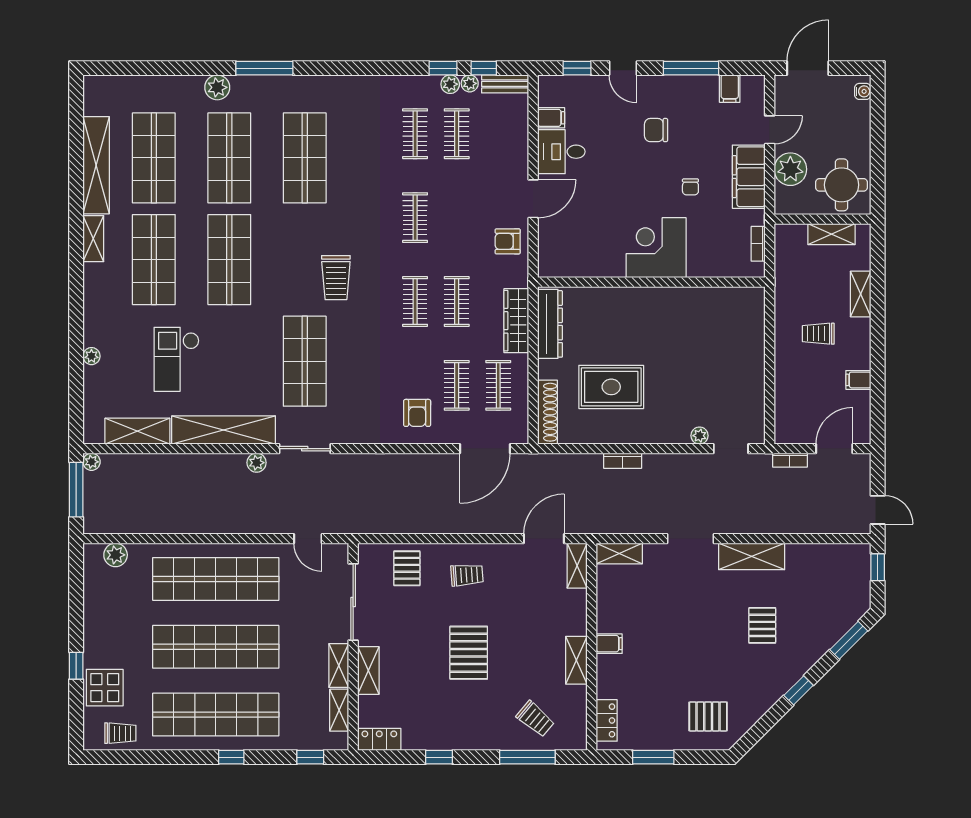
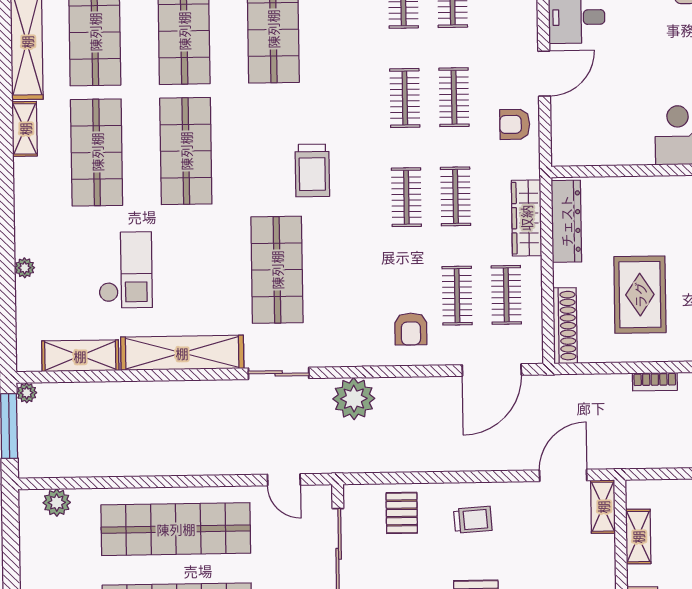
clothes rail: (457, 218) -> (454, 97), added
checkout: (177, 359) -> (125, 270), turned 180
rug: (611, 387) -> (640, 295), turned 90
plant: (257, 463) -> (354, 399), moved, width x1.88, depth x1.88
shelving: (619, 554) -> (638, 537), moved, turned 90

